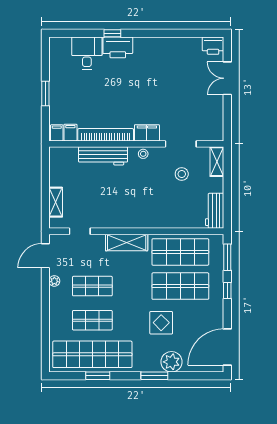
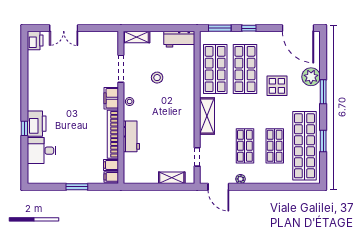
workbench: (103, 156) -> (131, 136), width x0.73
stool: (182, 174) -> (157, 78), moved

